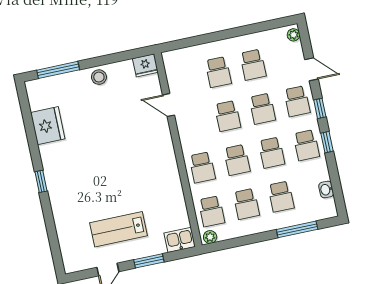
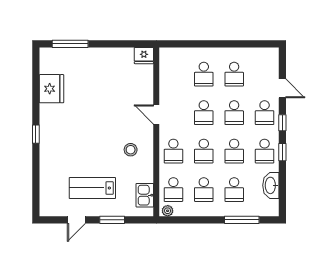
plant: (294, 35) -> (273, 56), removed
stool: (99, 77) -> (131, 150), moved
door: (169, 105) -> (156, 114), moved
washbasin: (326, 189) -> (271, 185), width x1.91, depth x1.45
kitchen sink: (180, 240) -> (145, 195), moved, turned -90

